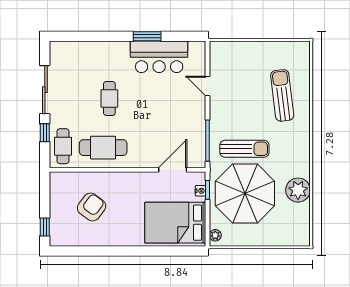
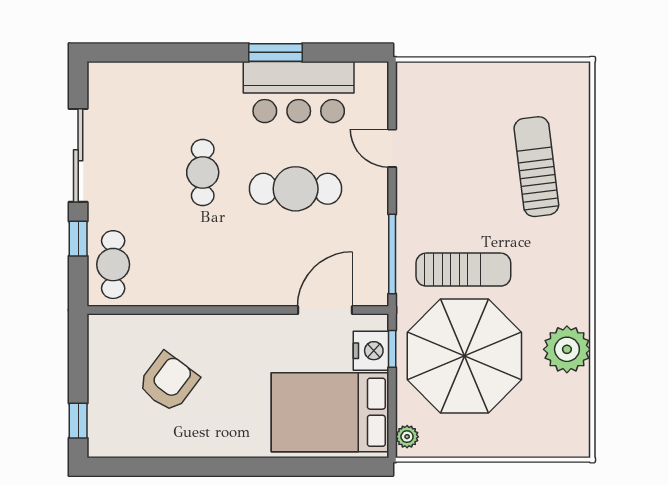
cafe table: (103, 148) -> (296, 189), moved
nightstand: (201, 191) -> (371, 351), width x1.89, depth x1.79

